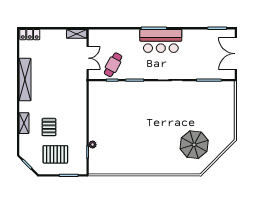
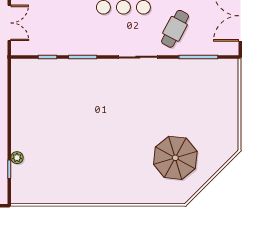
cafe table: (113, 65) -> (175, 29), moved

